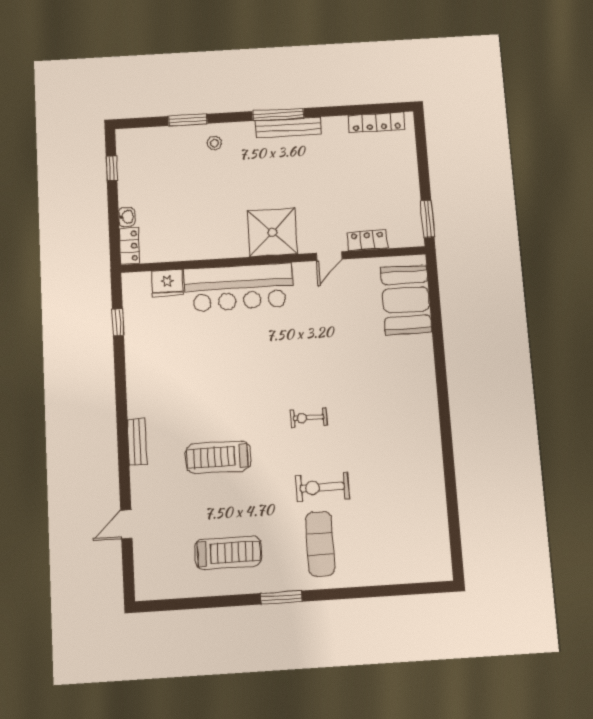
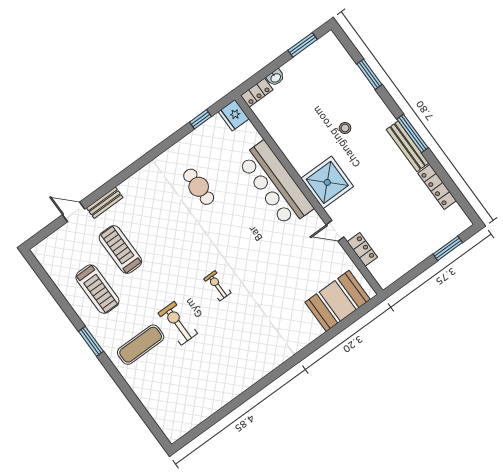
locker: (376, 122) -> (437, 187), moved
stool: (214, 143) -> (345, 128), moved
window: (112, 168) -> (303, 45), width x1.50
window: (428, 219) -> (448, 248), moved
fridge: (167, 283) -> (234, 115), moved
cafe table: (189, 370) -> (199, 187), added
bench: (137, 442) -> (105, 203), moved
treadmill: (218, 457) -> (120, 250), moved

